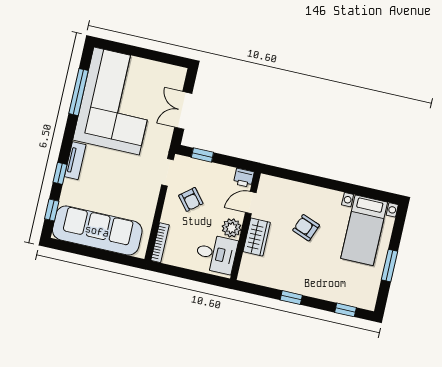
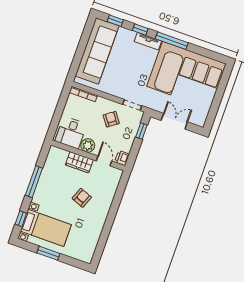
window: (79, 92) -> (172, 41), moved
armchair: (191, 199) -> (111, 119), turned 93
bed with nightstands: (364, 230) -> (46, 228), moved, turned 180
window: (291, 298) -> (34, 182), width x2.17

